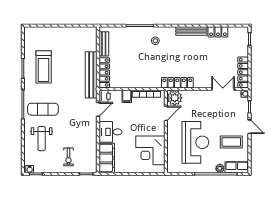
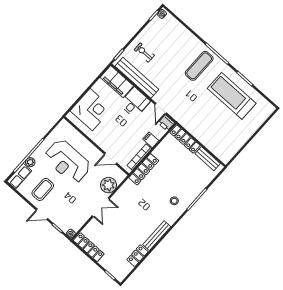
treadmill: (44, 67) -> (232, 96), width x1.37, depth x1.38
bench: (91, 75) -> (137, 78), moved
locker: (177, 83) -> (144, 169), moved
double door: (223, 89) -> (101, 207), moved
plant: (175, 98) -> (108, 185), moved
door: (166, 113) -> (110, 158), hinge flipped
weight bench: (42, 139) -> (177, 44), removed
corner desk: (150, 150) -> (91, 110), moved, turned 90

